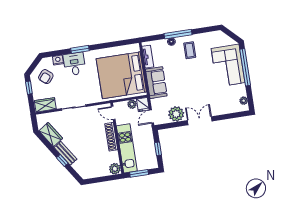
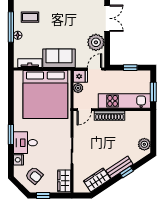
door: (152, 117) -> (95, 69), swing flipped
double door: (200, 121) -> (107, 18), swing flipped
plant: (115, 169) -> (144, 144), moved

